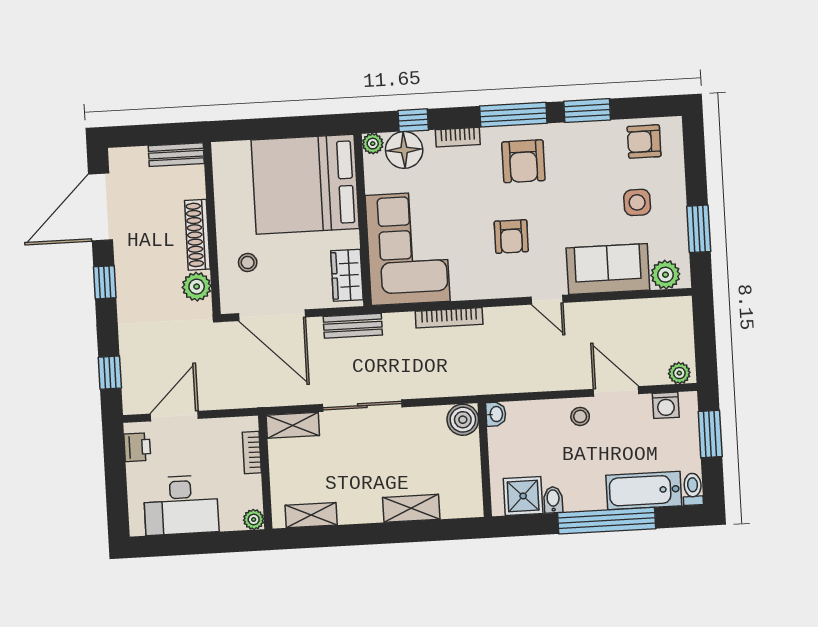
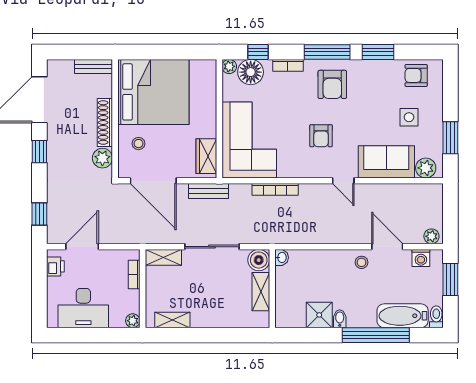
bed: (305, 184) -> (153, 92), moved, turned 180
washbasin: (496, 414) -> (282, 257), moved
boiler: (463, 420) -> (259, 260), moved
wall: (485, 460) -> (272, 289), moved
shelving: (411, 508) -> (261, 292), moved, turned 90

